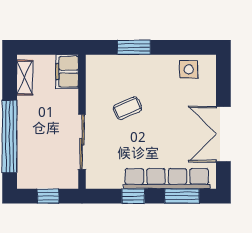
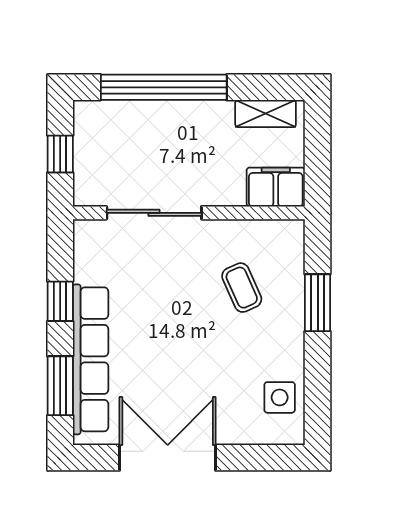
coffee table: (127, 108) -> (242, 288), moved

